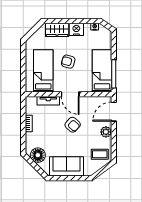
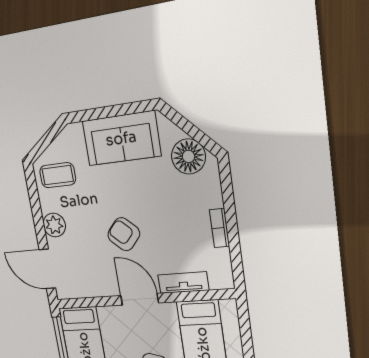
door: (114, 112) -> (47, 269), swing flipped

